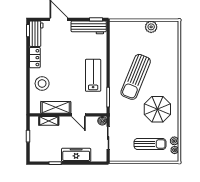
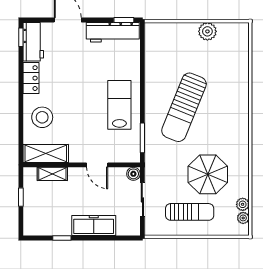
shelving: (56, 107) -> (46, 153), moved
parasol: (157, 109) -> (208, 174), moved
sun lounger: (150, 144) -> (190, 212), moved

